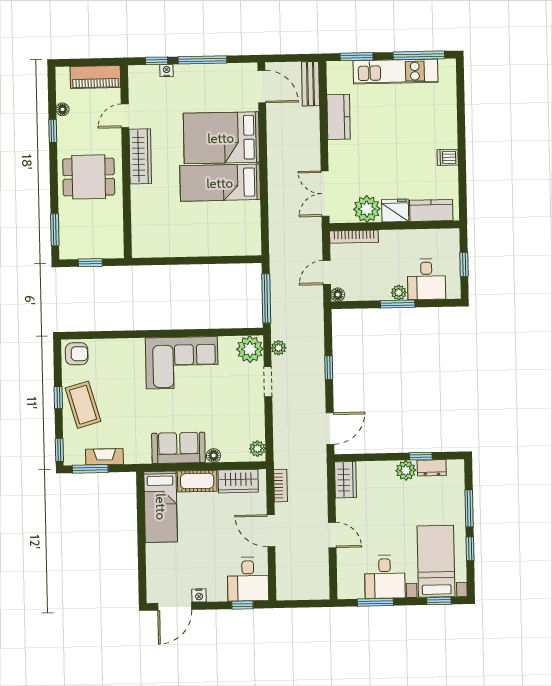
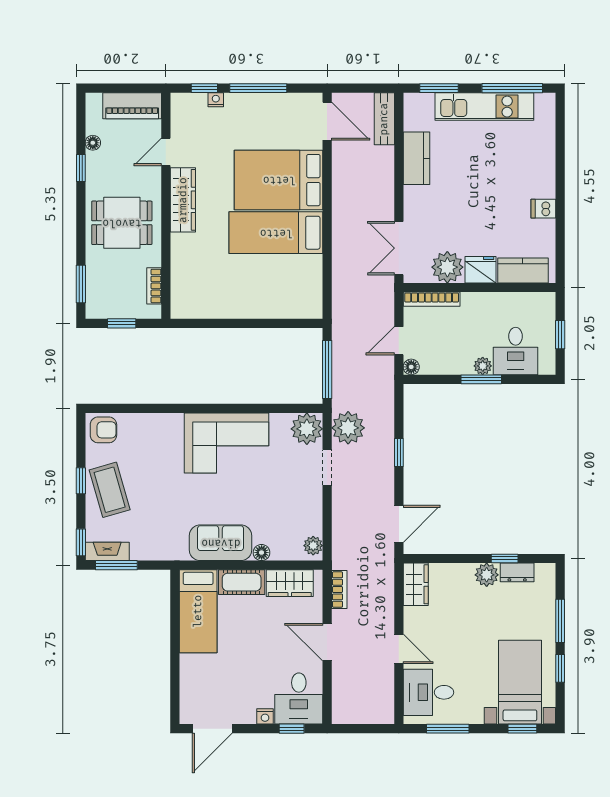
bookcase: (117, 230) -> (154, 286), added
plant: (279, 348) -> (348, 428), width x1.88, depth x1.88
fireplace: (104, 457) -> (107, 551), moved
desk: (385, 577) -> (428, 692), moved, turned 90
nightstand: (199, 595) -> (265, 716), moved

